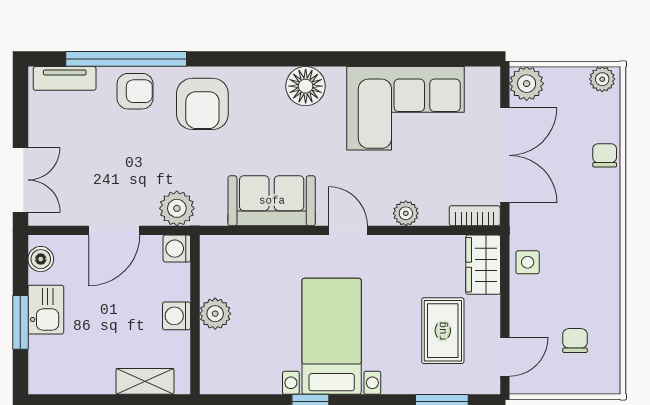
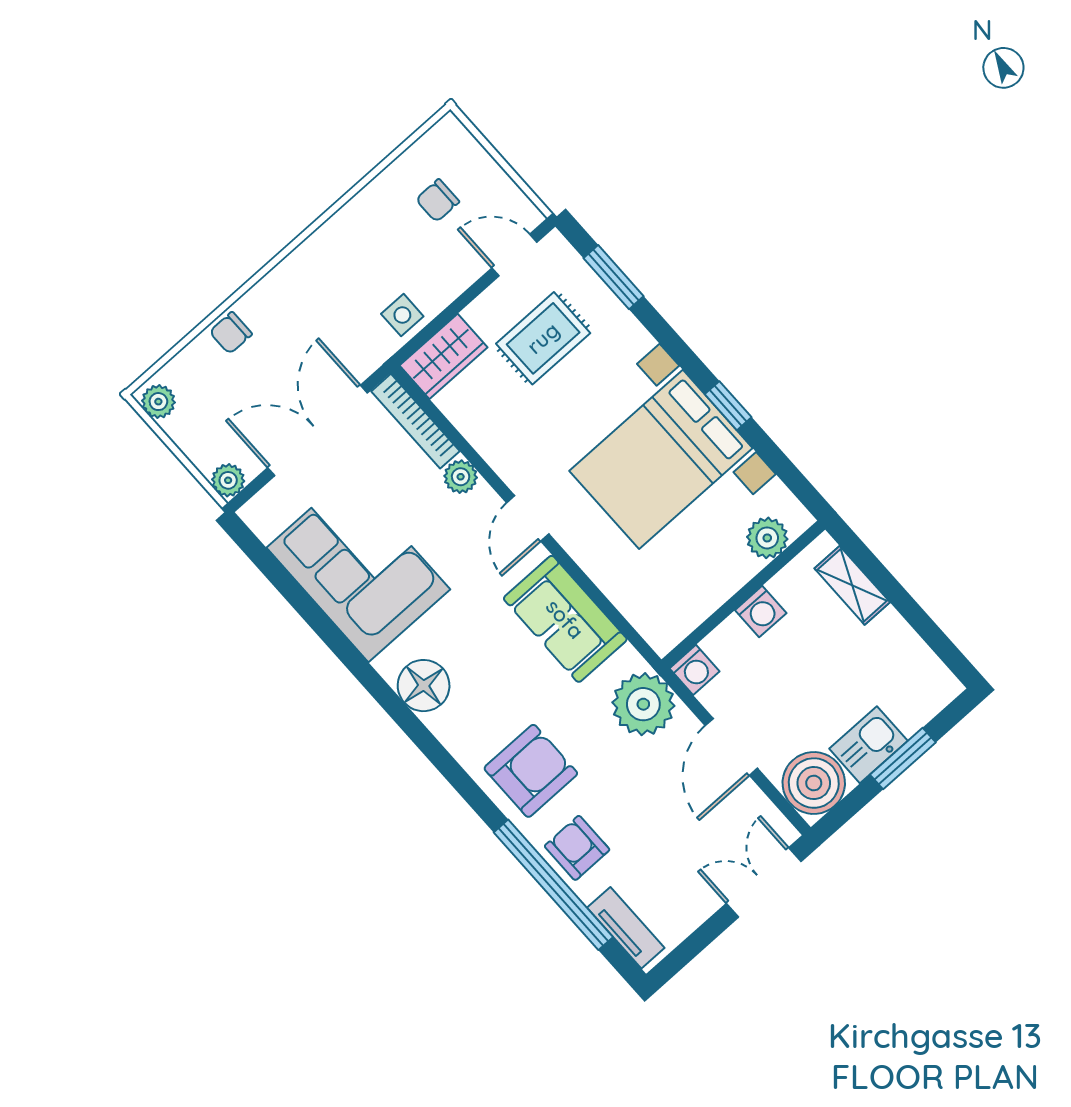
plant: (527, 84) -> (228, 480), width x0.73, depth x0.73
plant: (177, 208) -> (643, 704), width x1.36, depth x1.36
bookcase: (475, 216) -> (415, 421), width x1.56
door: (114, 230) -> (731, 747), swing flipped
boiler: (41, 259) -> (814, 783), width x1.86, depth x1.86
plant: (215, 314) -> (767, 538), moved
bed with nightstands: (332, 336) -> (661, 459), width x1.36

